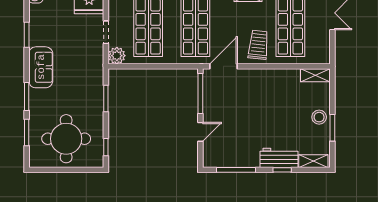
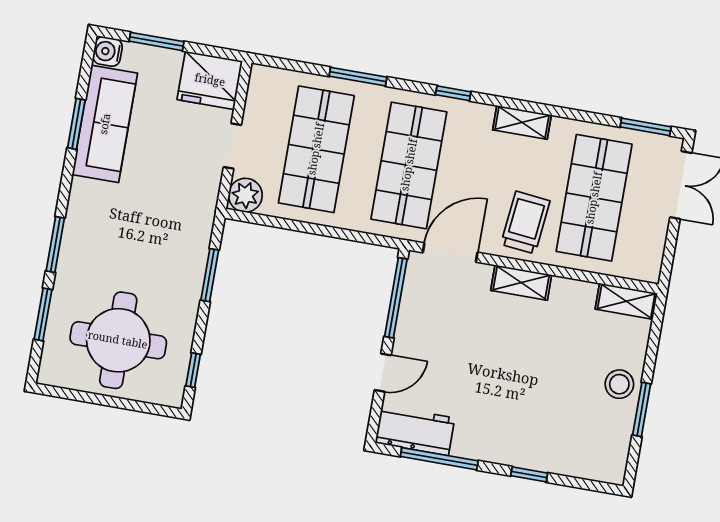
sofa: (41, 67) -> (105, 124), moved, width x1.36
workbench: (279, 158) -> (415, 430), moved
shelving: (313, 161) -> (521, 283), moved

